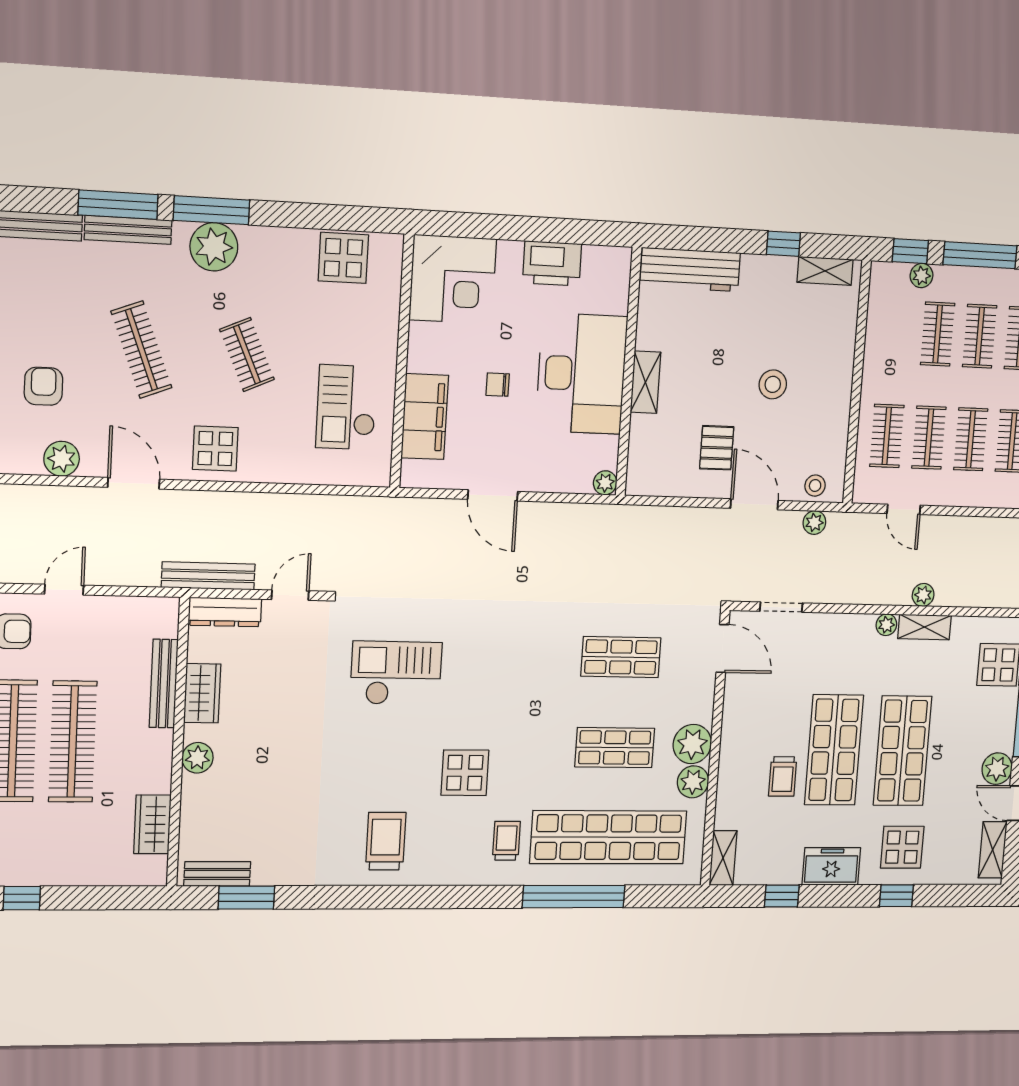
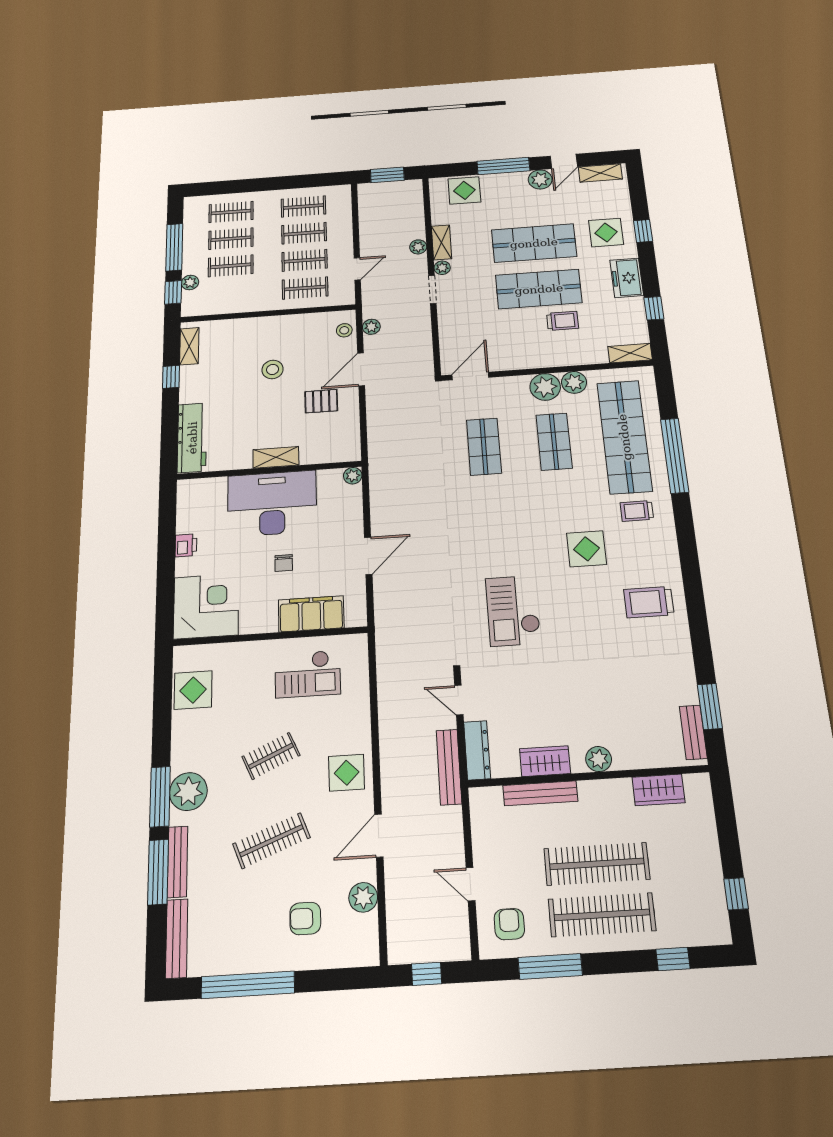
printer: (552, 263) -> (186, 545), width x0.53, depth x0.68
doorway: (781, 607) -> (432, 290), moved

